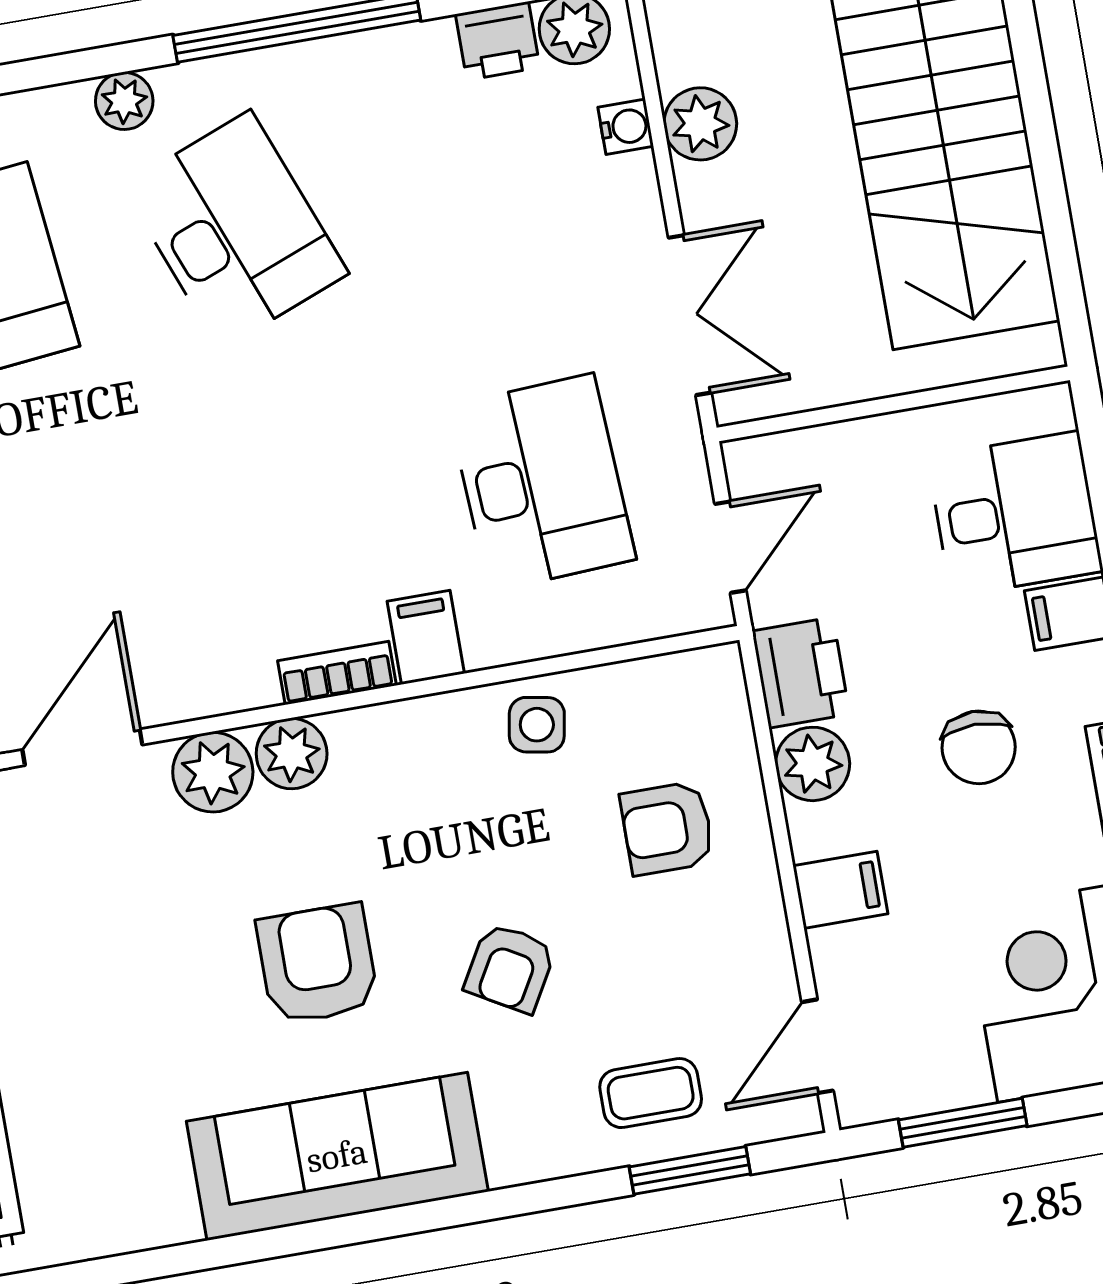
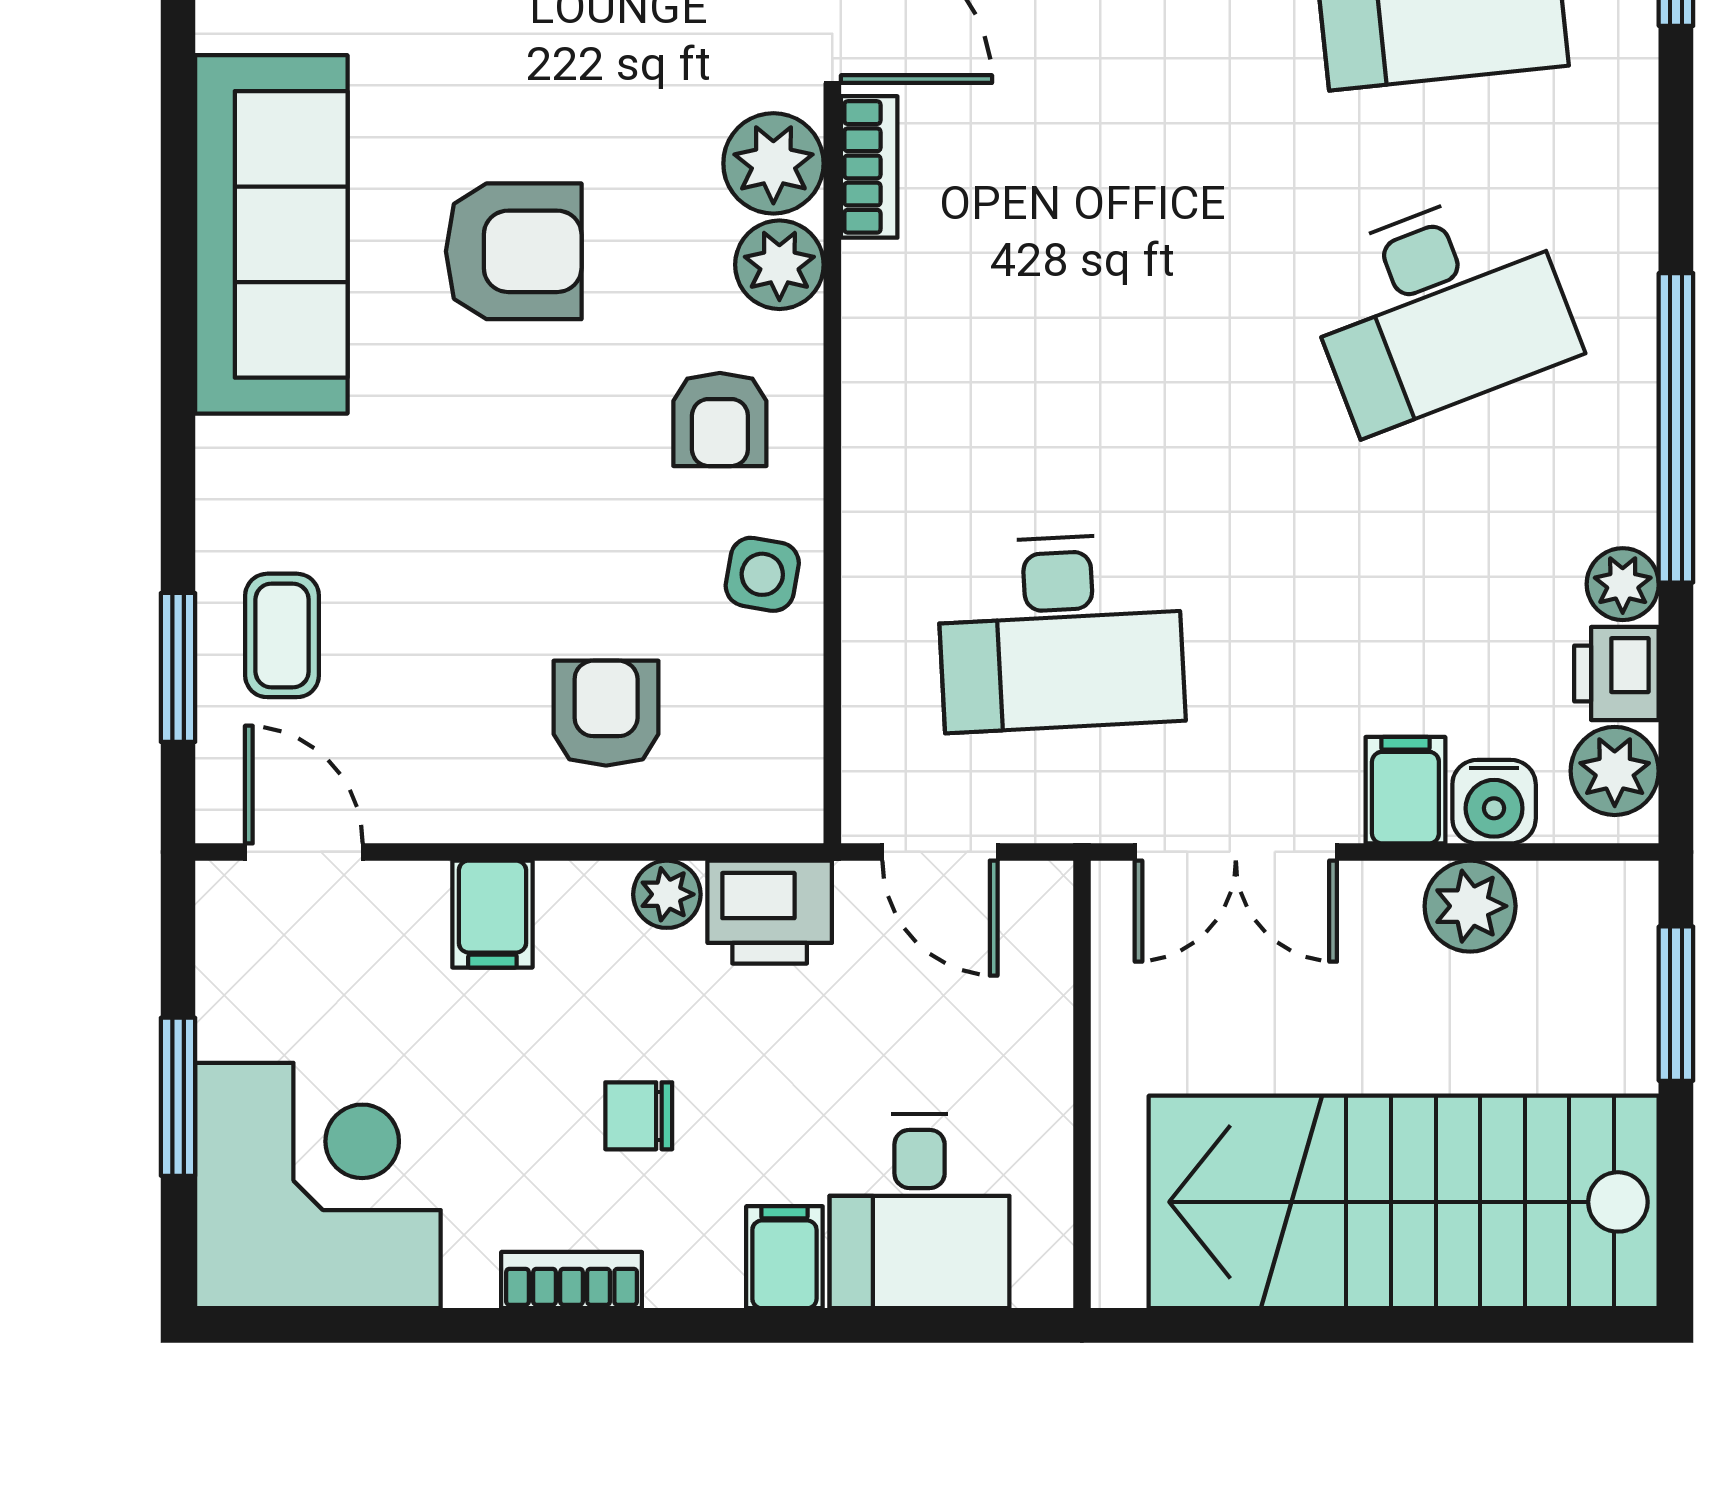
plant: (124, 101) -> (1623, 584), moved
water cooler: (626, 127) -> (1494, 802), width x1.38, depth x1.38
filing cabinet: (426, 637) -> (1405, 790), moved, turned -90
bookcase: (337, 673) -> (869, 167), moved
chair: (979, 747) -> (639, 1116), width x0.73, depth x0.73
plant: (813, 764) -> (667, 894), width x0.73, depth x0.73
armchair: (510, 968) -> (720, 419), moved, turned -120
window: (963, 1123) -> (178, 1097), moved

